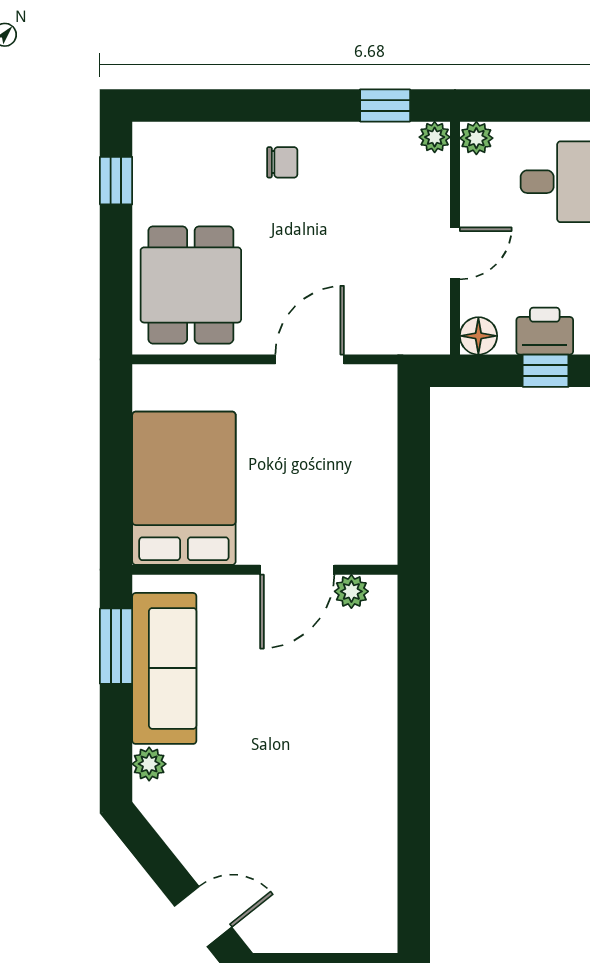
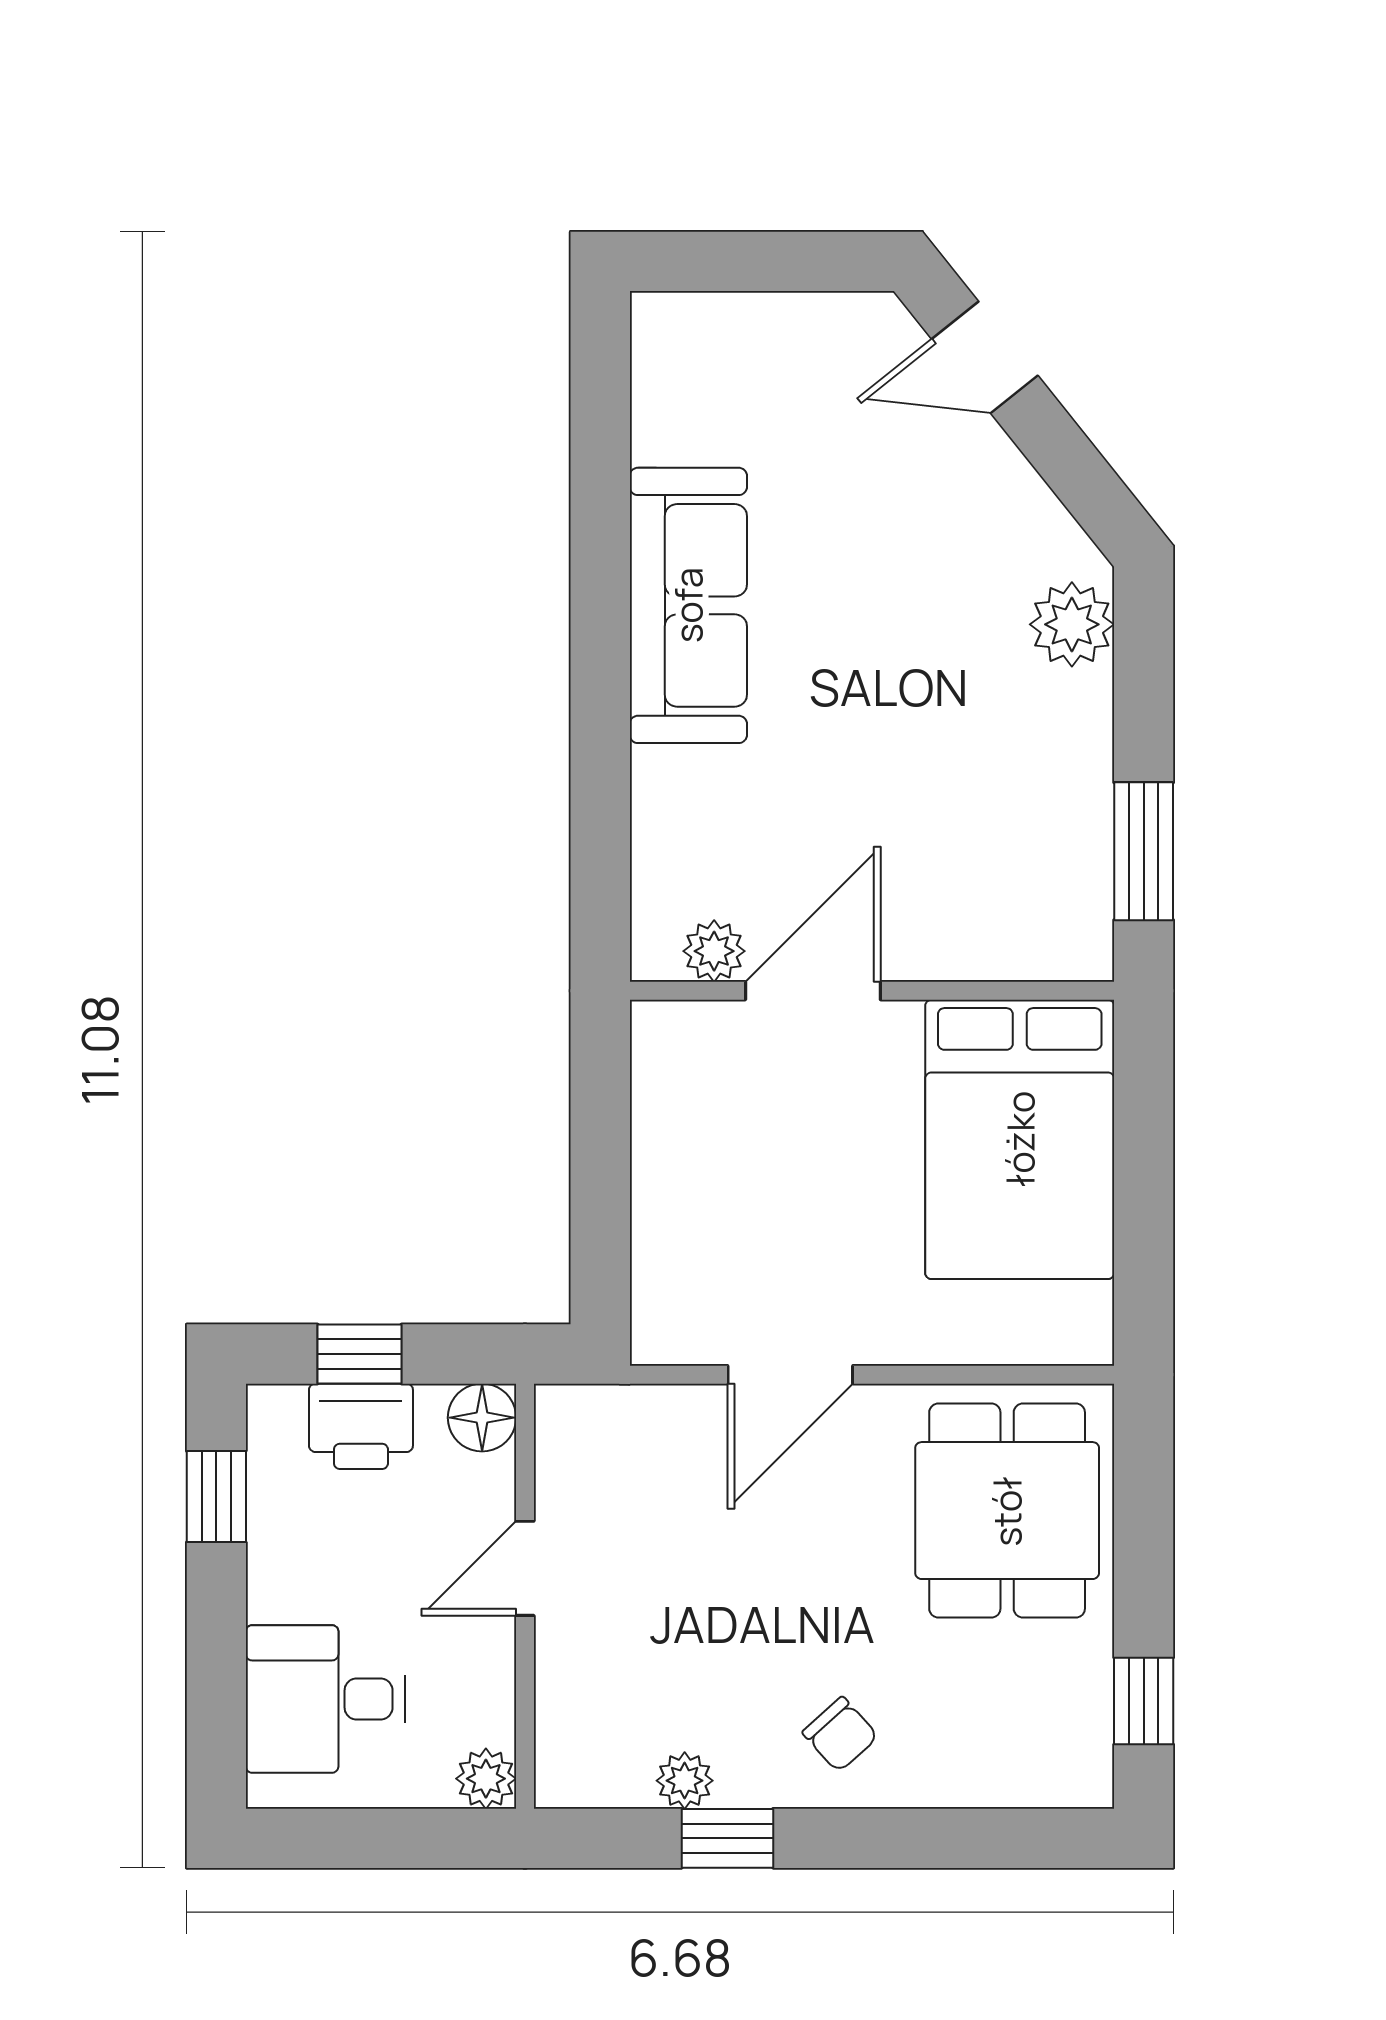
window: (385, 105) -> (727, 1838), moved
plant: (435, 137) -> (685, 1781), moved
chair: (282, 162) -> (840, 1734), turned -132
sofa: (164, 668) -> (688, 605), moved, turned 180
plant: (149, 764) -> (1072, 624), width x1.38, depth x1.38

